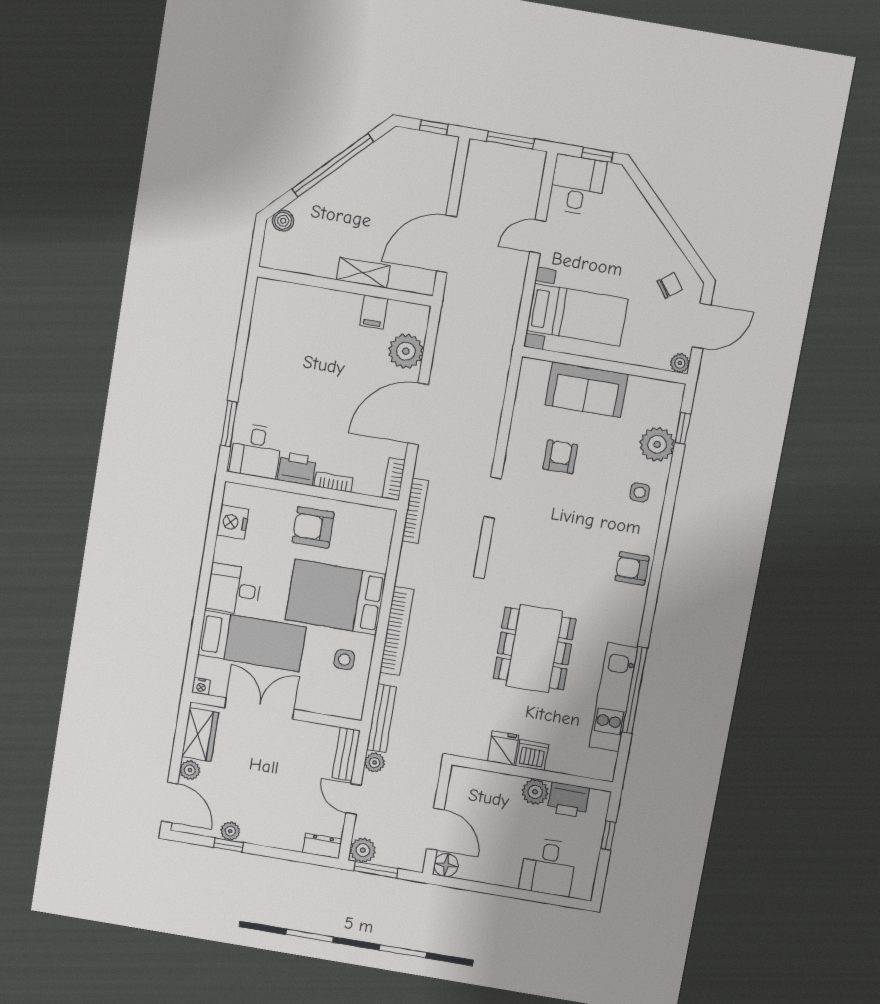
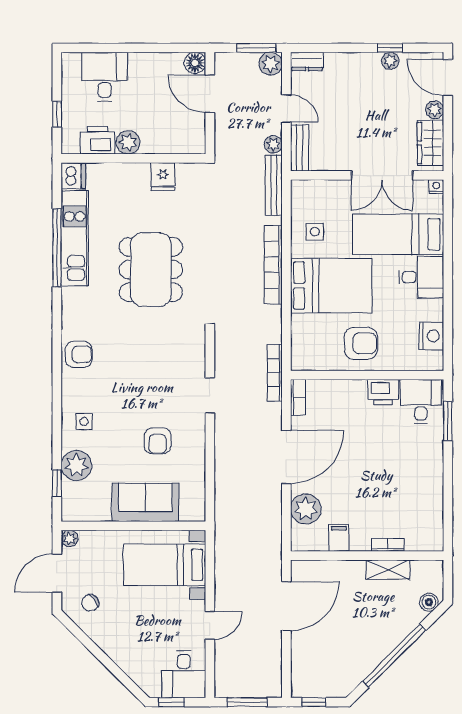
shelving: (363, 273) -> (388, 570), moved
bookcase: (333, 482) -> (388, 545), moved, turned 180
dishwasher: (532, 755) -> (73, 176), moved, turned -90

